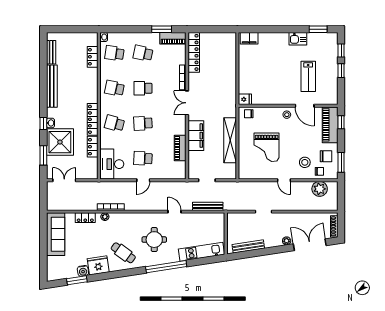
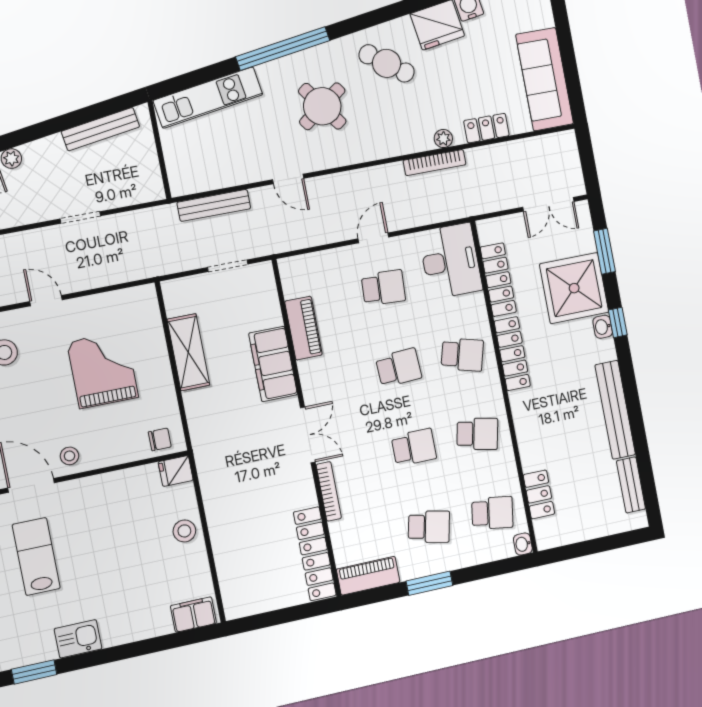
window: (162, 29) -> (429, 583), moved
stool: (246, 74) -> (184, 531), added
shelving: (230, 140) -> (188, 352), width x0.68
locker: (93, 147) -> (498, 280), width x1.53
round table: (154, 240) -> (322, 106), turned -36

